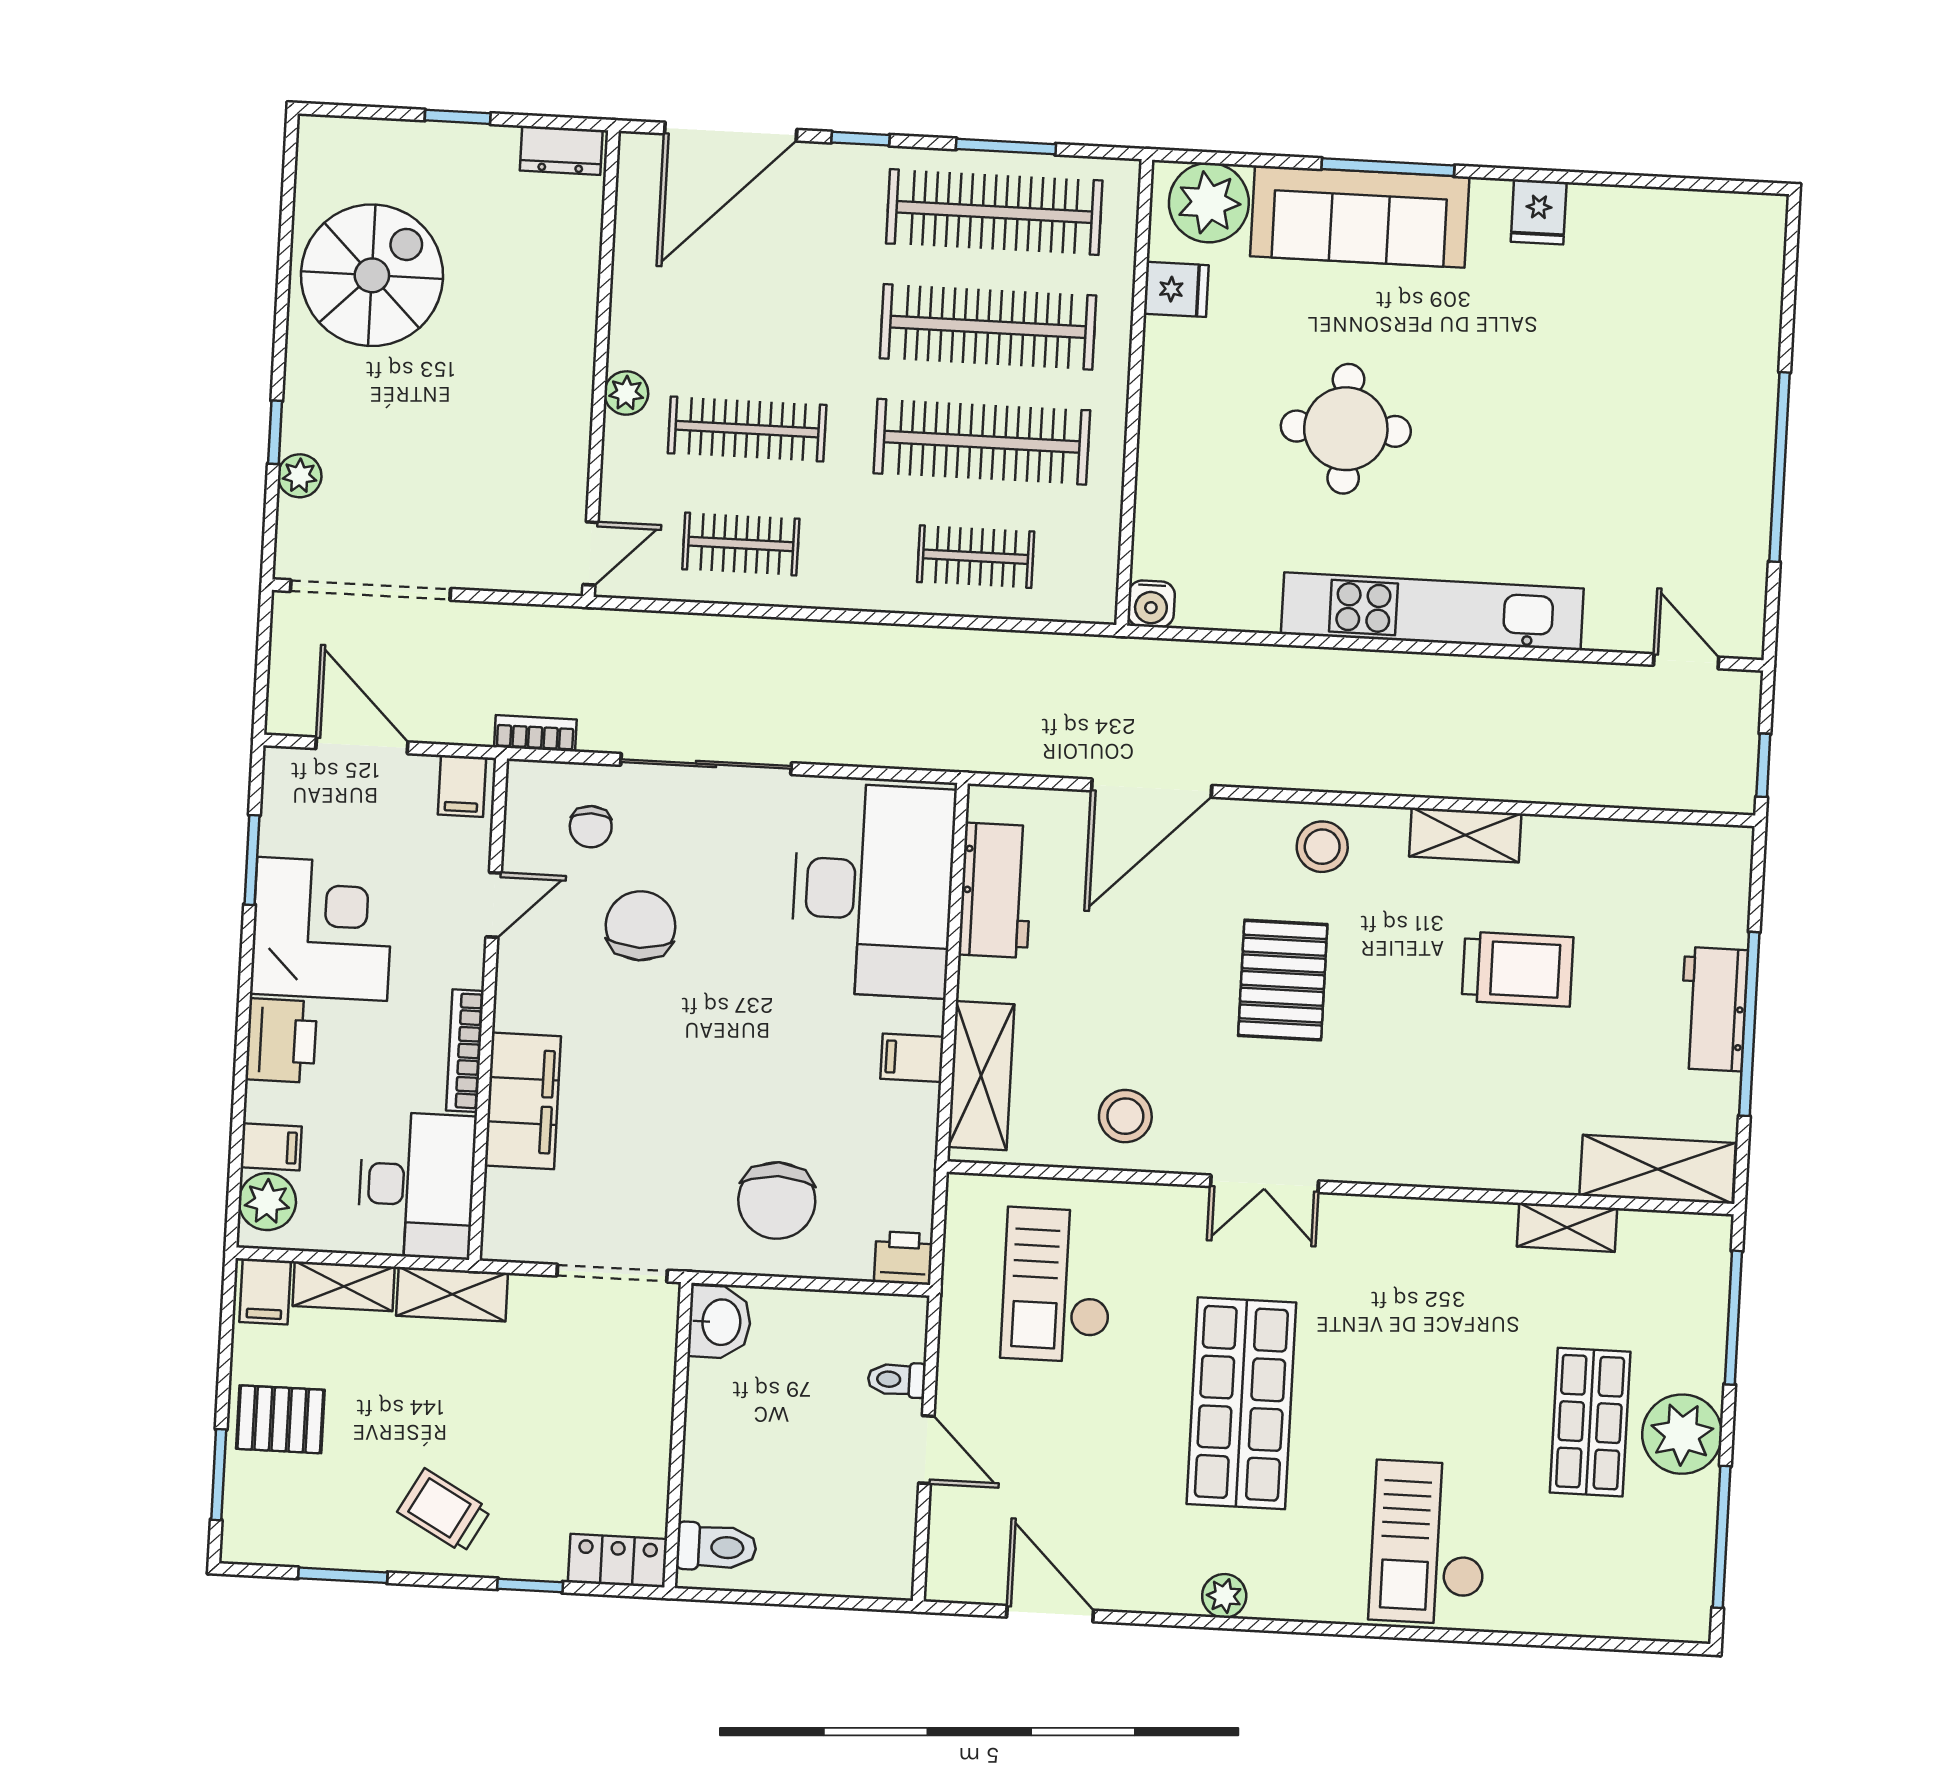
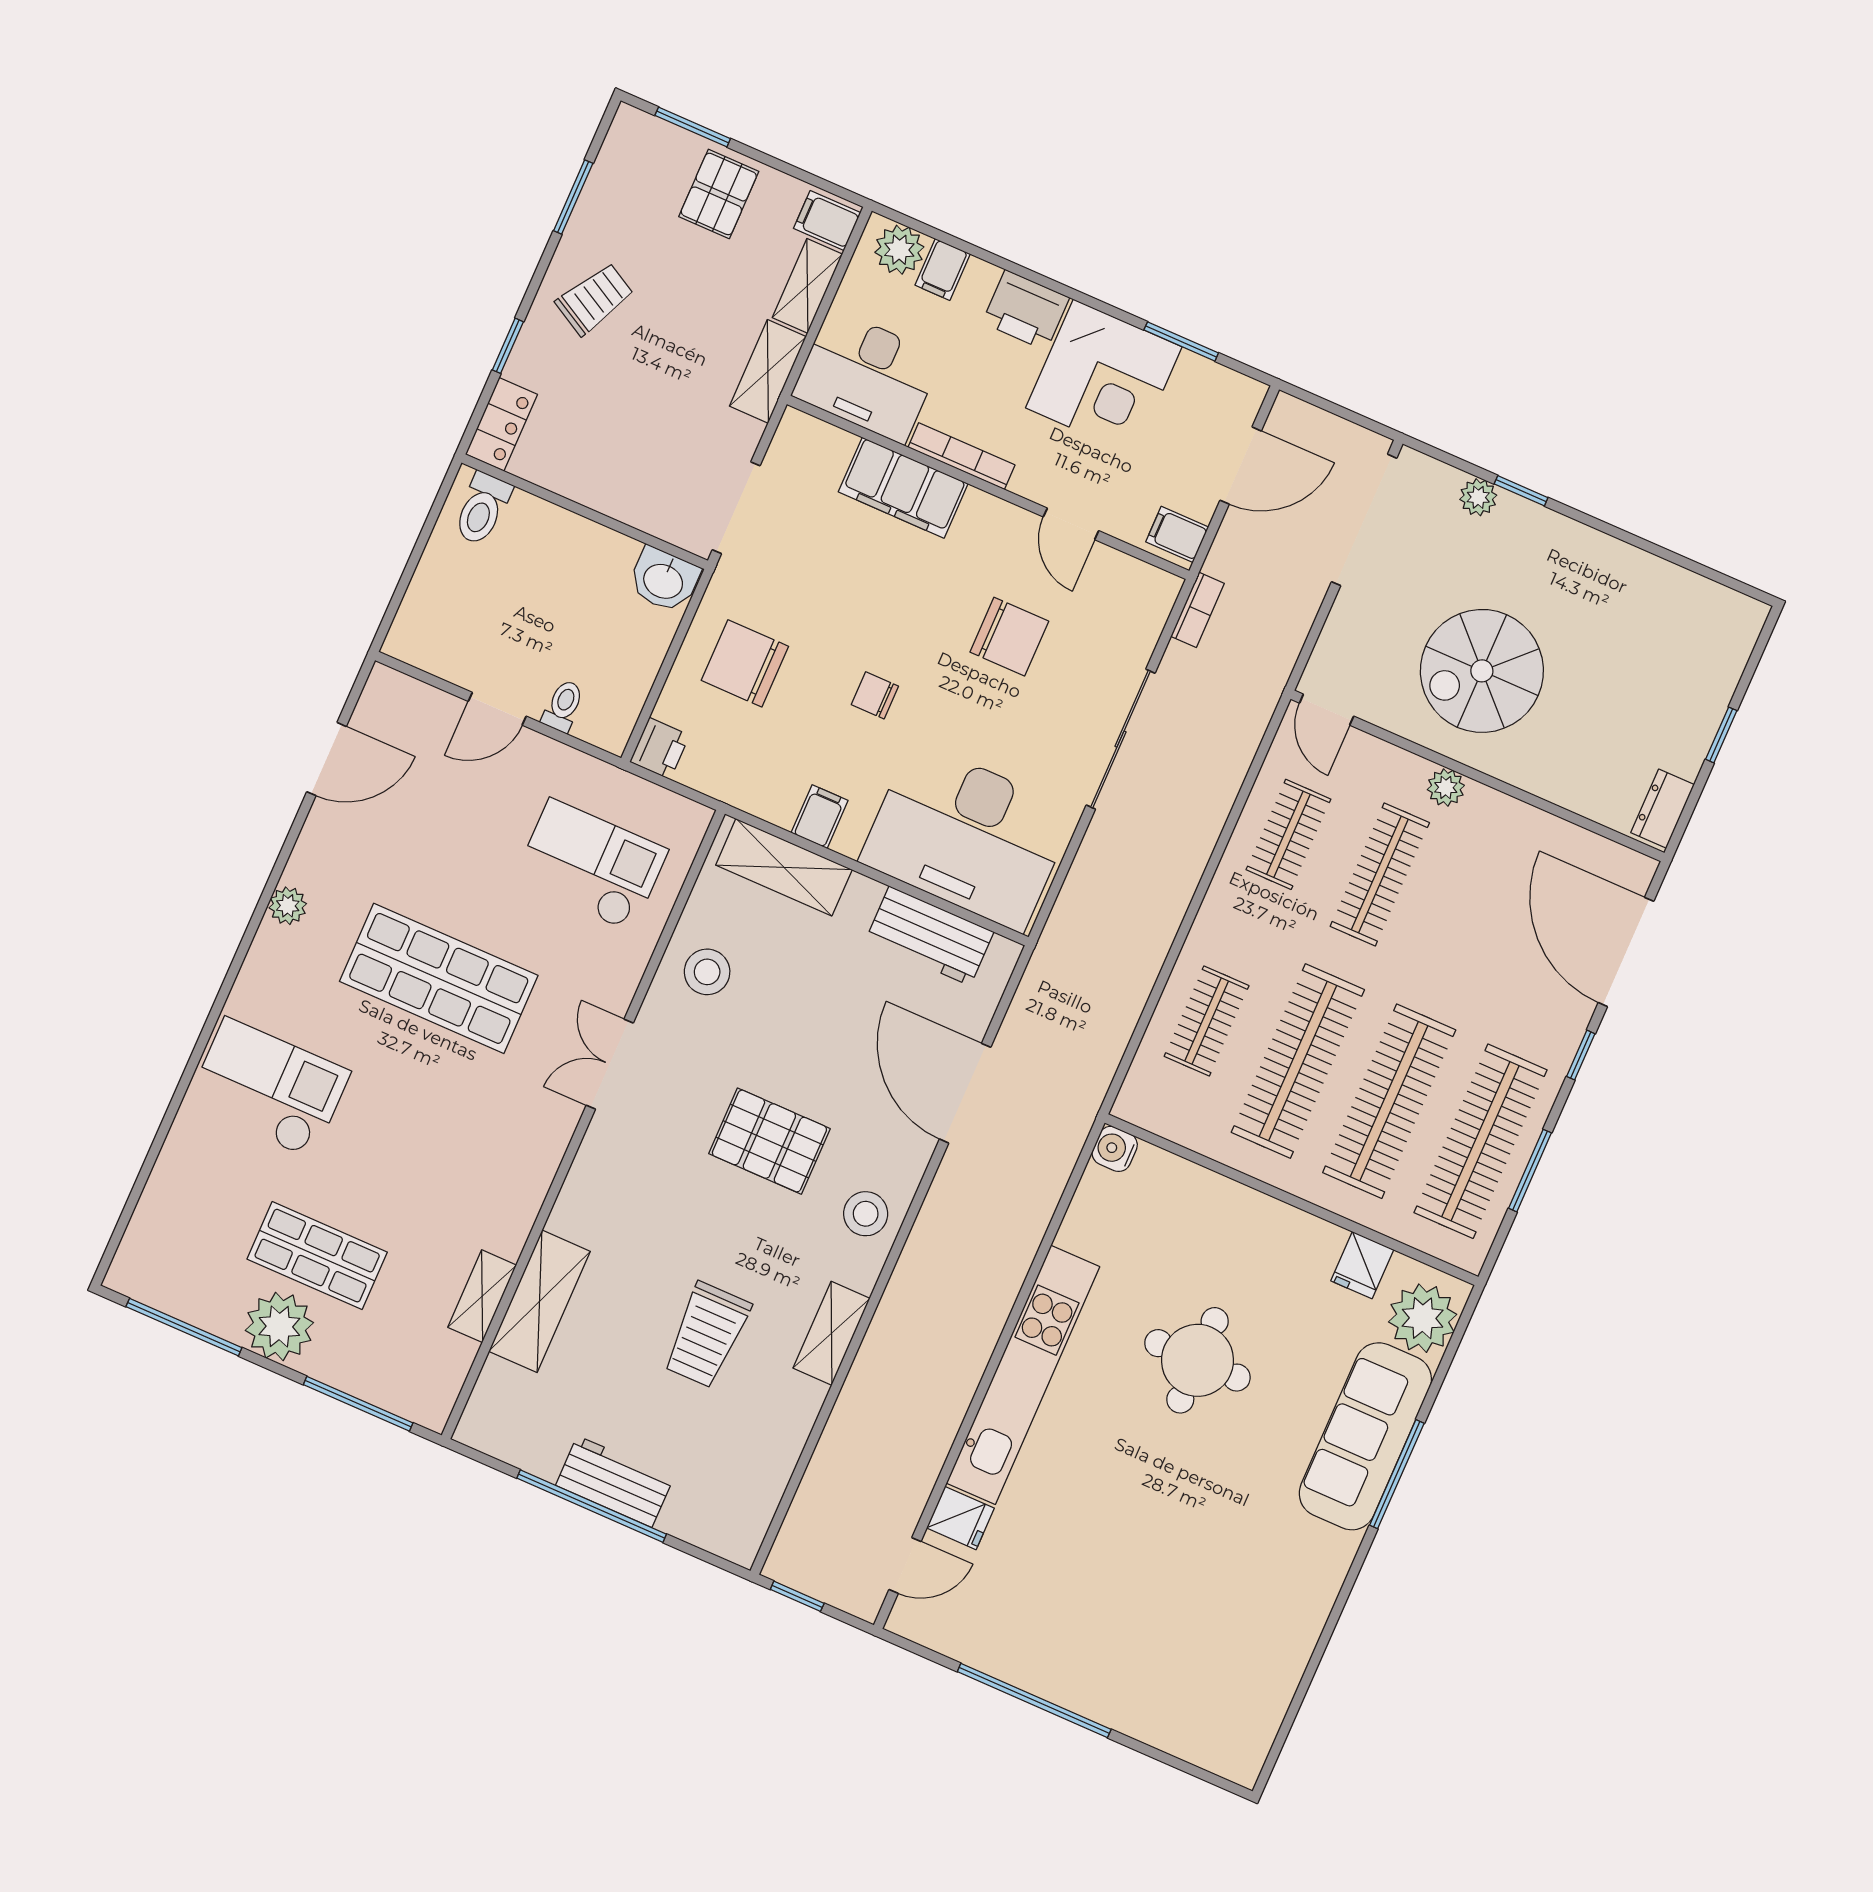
fridge: (1539, 212) -> (960, 1518), moved, turned 180
spiral stairs: (372, 275) -> (1482, 671), moved, turned 90
chair: (591, 827) -> (875, 695), moved
shelving: (1658, 1169) -> (540, 1301), moved

